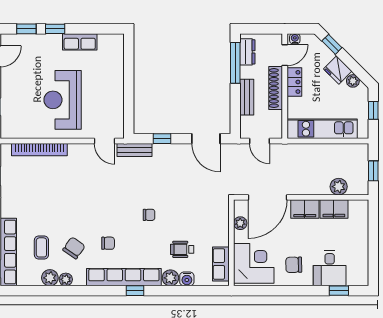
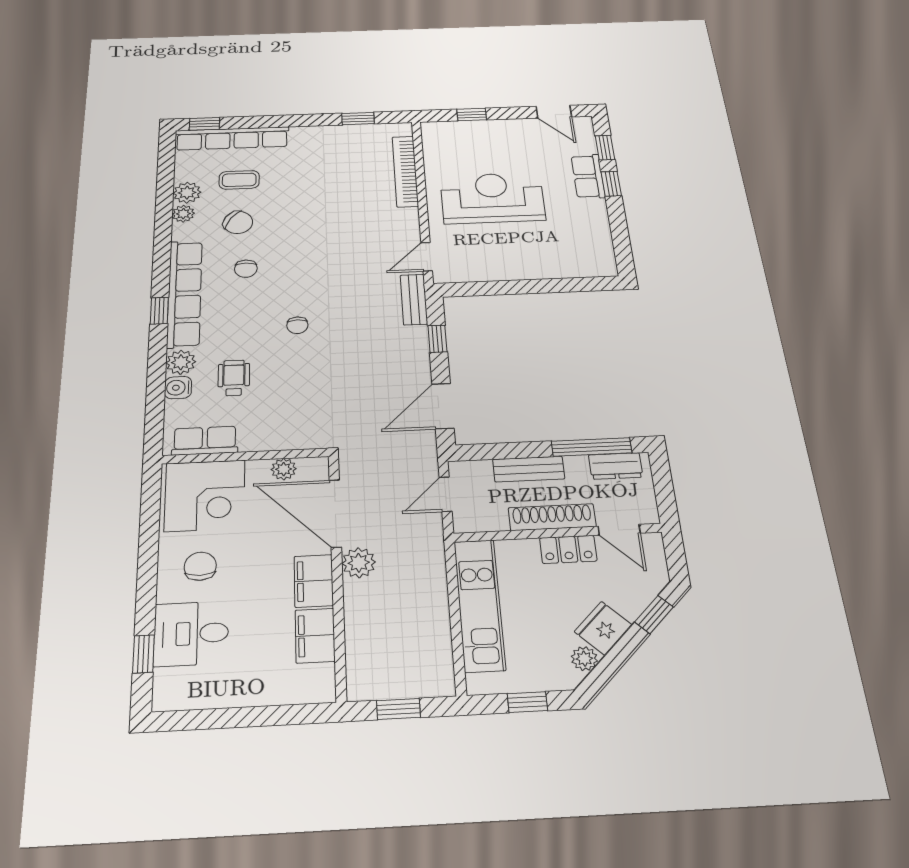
water cooler: (295, 39) -> (654, 546), removed
row of seats: (80, 42) -> (588, 176), moved
plant: (339, 187) -> (359, 563), moved

